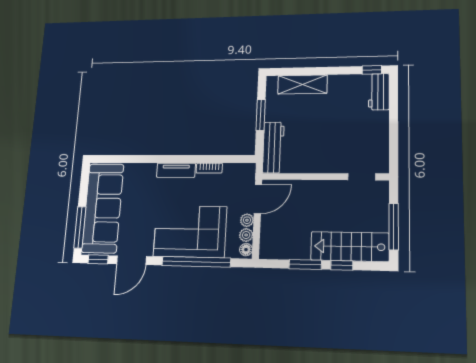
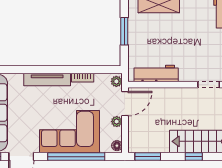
workbench: (273, 147) -> (156, 74), moved, turned -90
tv unit: (176, 170) -> (47, 80), width x1.41
plant: (246, 235) -> (116, 81), moved
window: (305, 264) -> (148, 157), moved

